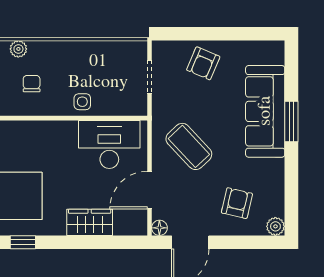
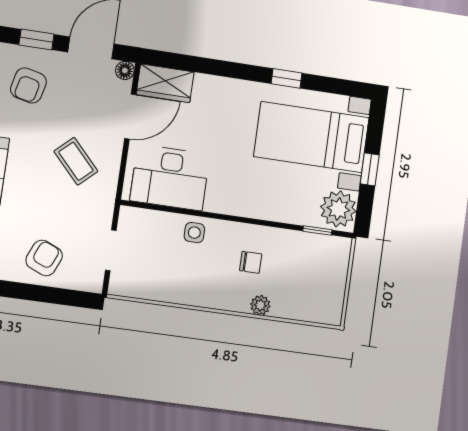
chair: (32, 84) -> (251, 262), turned -90
coffee table: (189, 146) -> (76, 161), width x0.73, depth x0.77
wardrobe: (90, 222) -> (165, 83), moved
window: (236, 242) -> (36, 39), added

